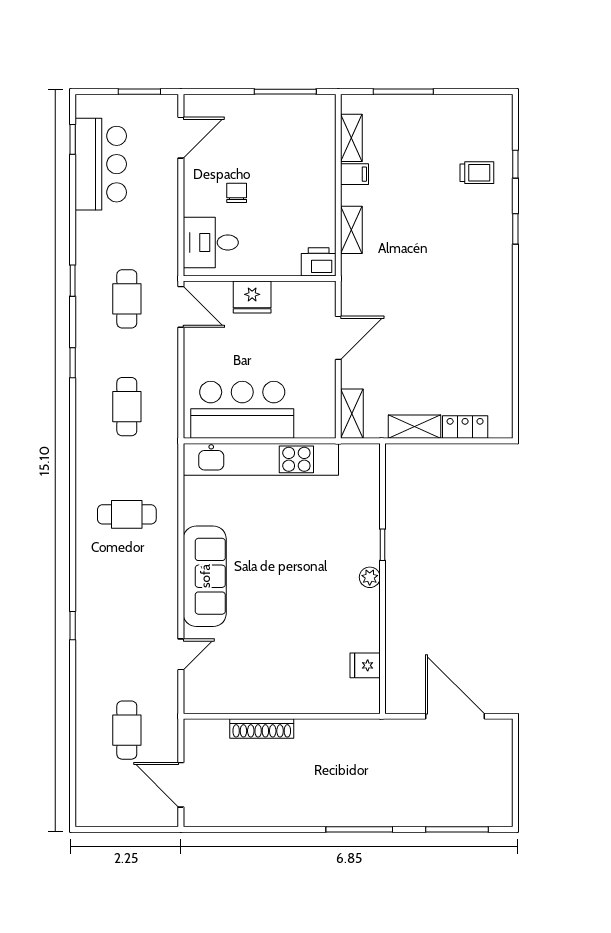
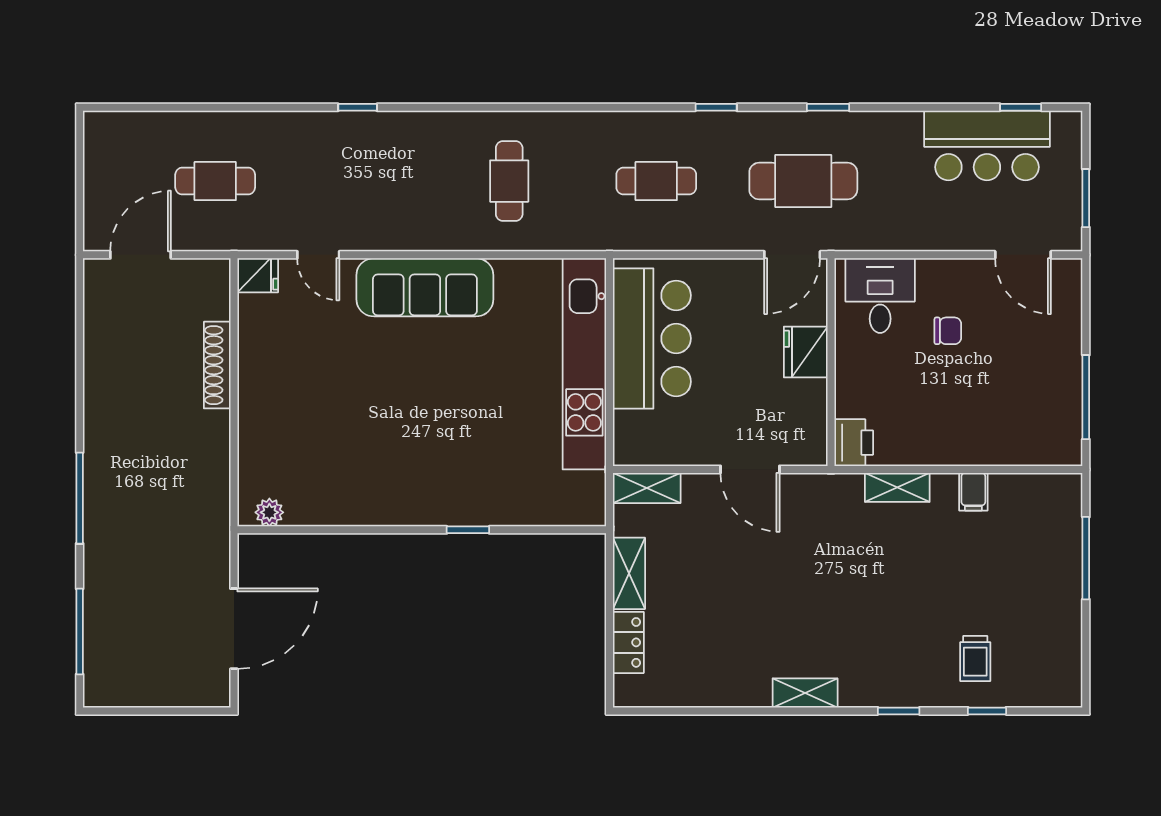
shelving: (351, 138) -> (805, 693), moved
cafe table: (127, 299) -> (803, 181), width x1.37, depth x1.35
plant: (370, 577) -> (269, 512), moved
fridge: (365, 665) -> (258, 275), moved, turned 90

